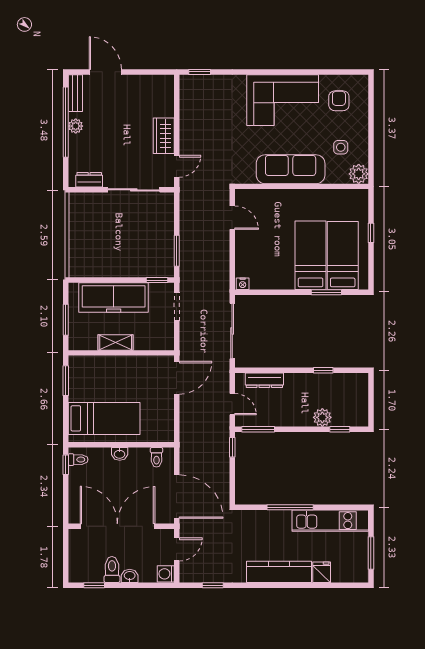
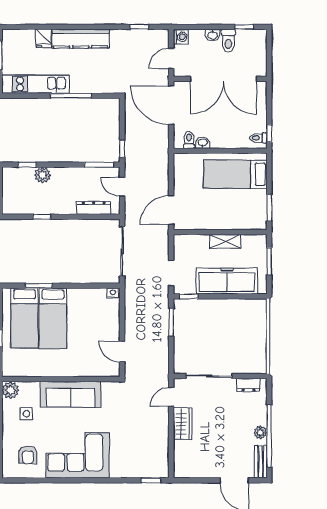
washbasin: (120, 454) -> (203, 143), moved

